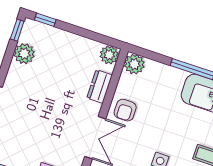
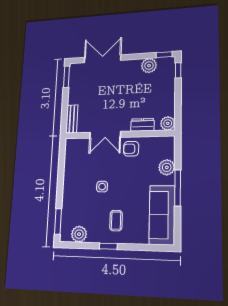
plant: (134, 64) -> (167, 167), moved

